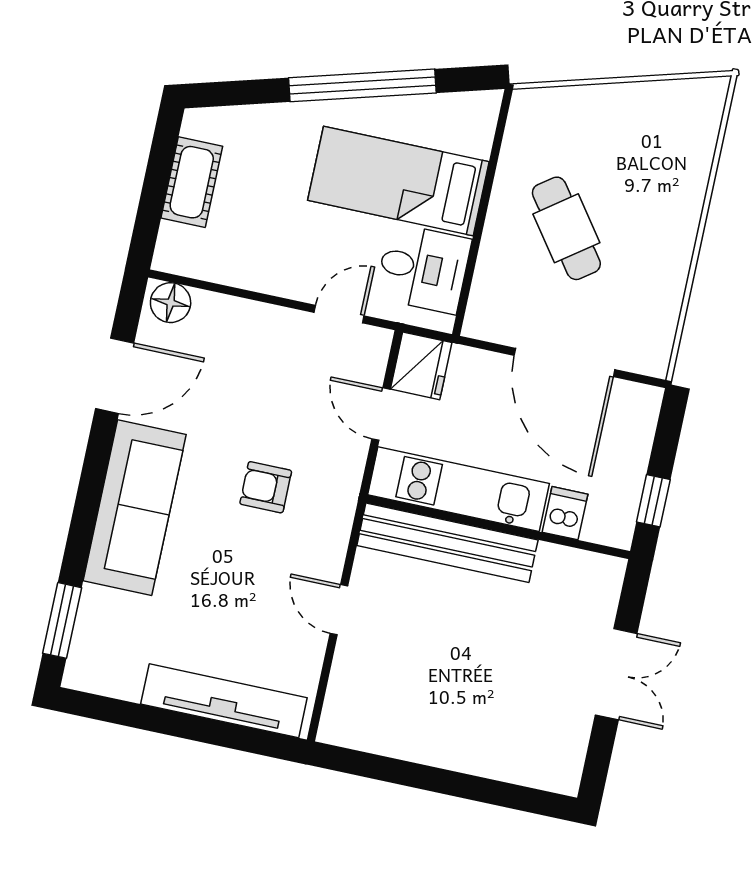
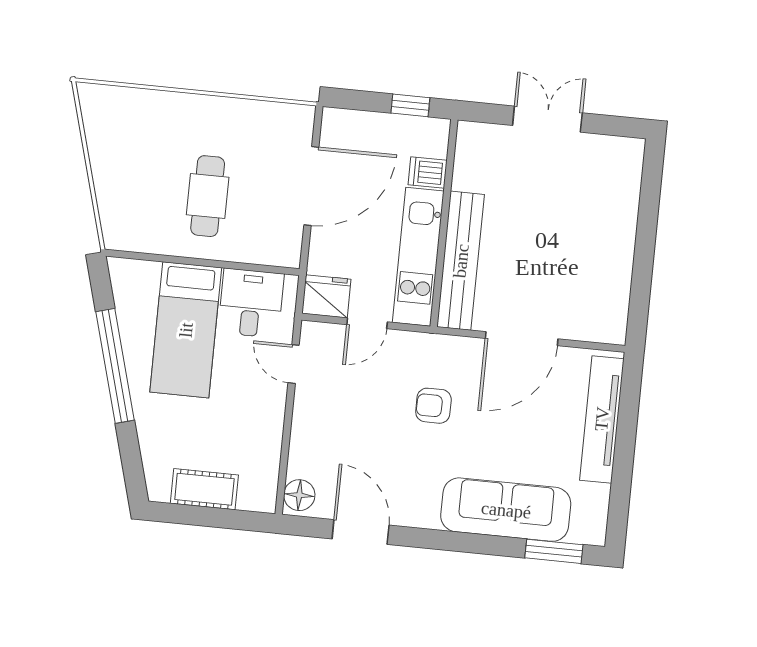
cafe table: (566, 228) -> (208, 196), turned -54
armchair: (266, 487) -> (433, 406), turned 90
sofa: (135, 508) -> (506, 510), moved
door: (339, 610) -> (522, 339), width x1.88

